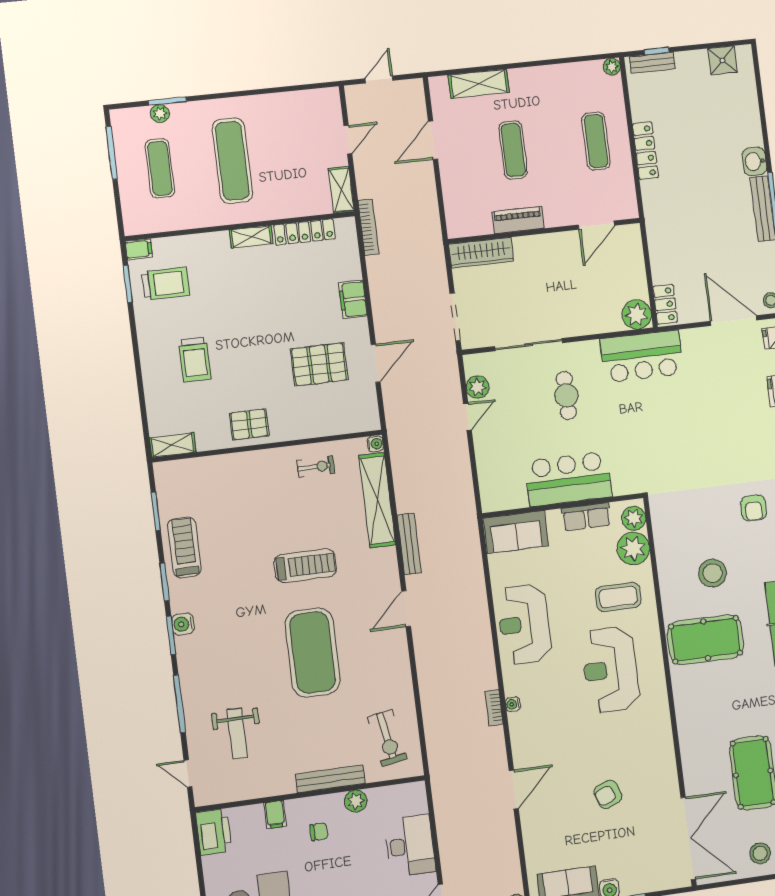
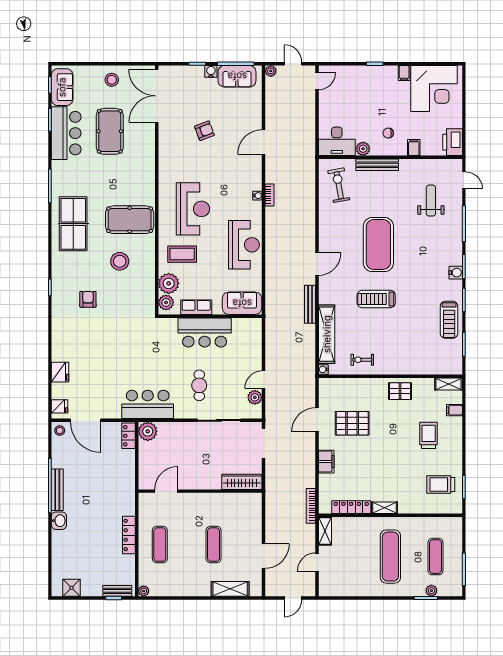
piano: (518, 220) -> (216, 500), removed
filing cabinet: (139, 249) -> (454, 410), moved
desk: (410, 846) -> (337, 141), moved, turned -90

